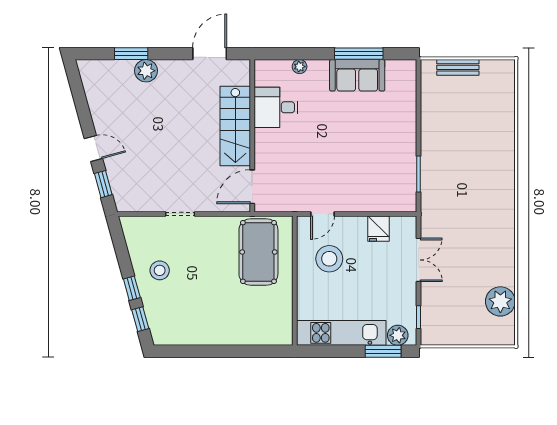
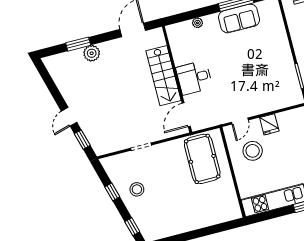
desk: (276, 107) -> (194, 78), moved
door: (93, 149) -> (69, 117), swing flipped
fridge: (379, 229) -> (269, 124), moved
window: (132, 288) -> (112, 192), moved

